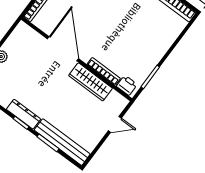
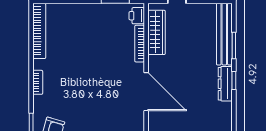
door: (63, 49) -> (146, 92), swing flipped
wardrobe: (91, 82) -> (157, 32), moved

